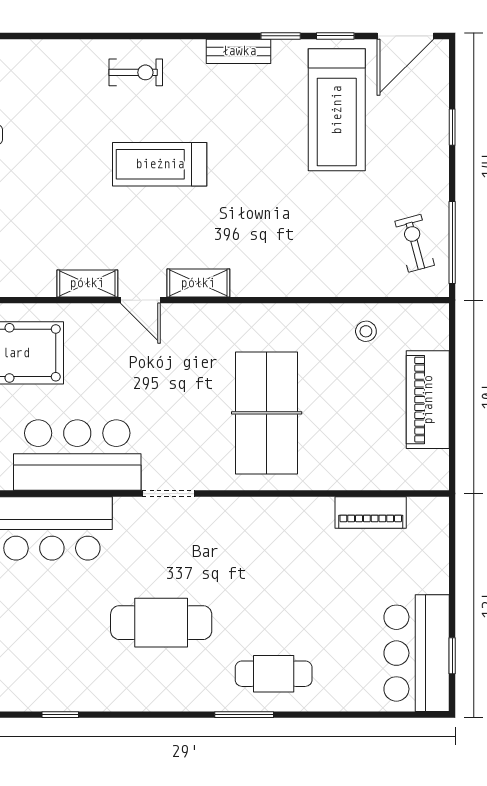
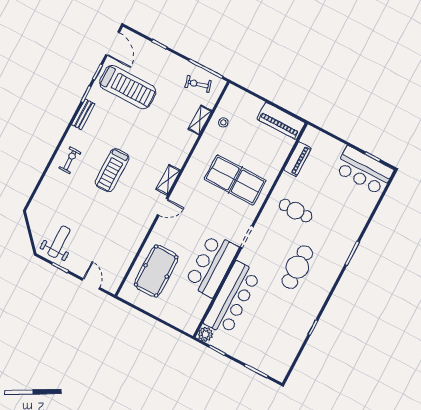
shelving: (87, 283) -> (200, 120), moved
piano: (428, 400) -> (281, 121), moved
cafe table: (274, 674) -> (295, 211), moved, turned 90

